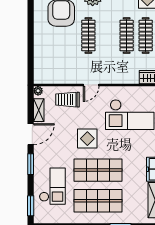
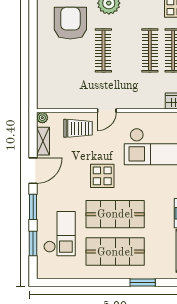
trolley: (67, 100) -> (78, 128), turned 180
window: (31, 206) -> (33, 243), moved

